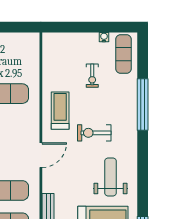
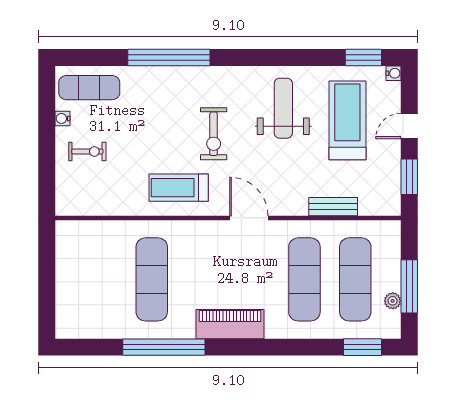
exercise bike: (92, 76) -> (87, 151), moved
weight bench: (110, 177) -> (283, 108), turned 90

